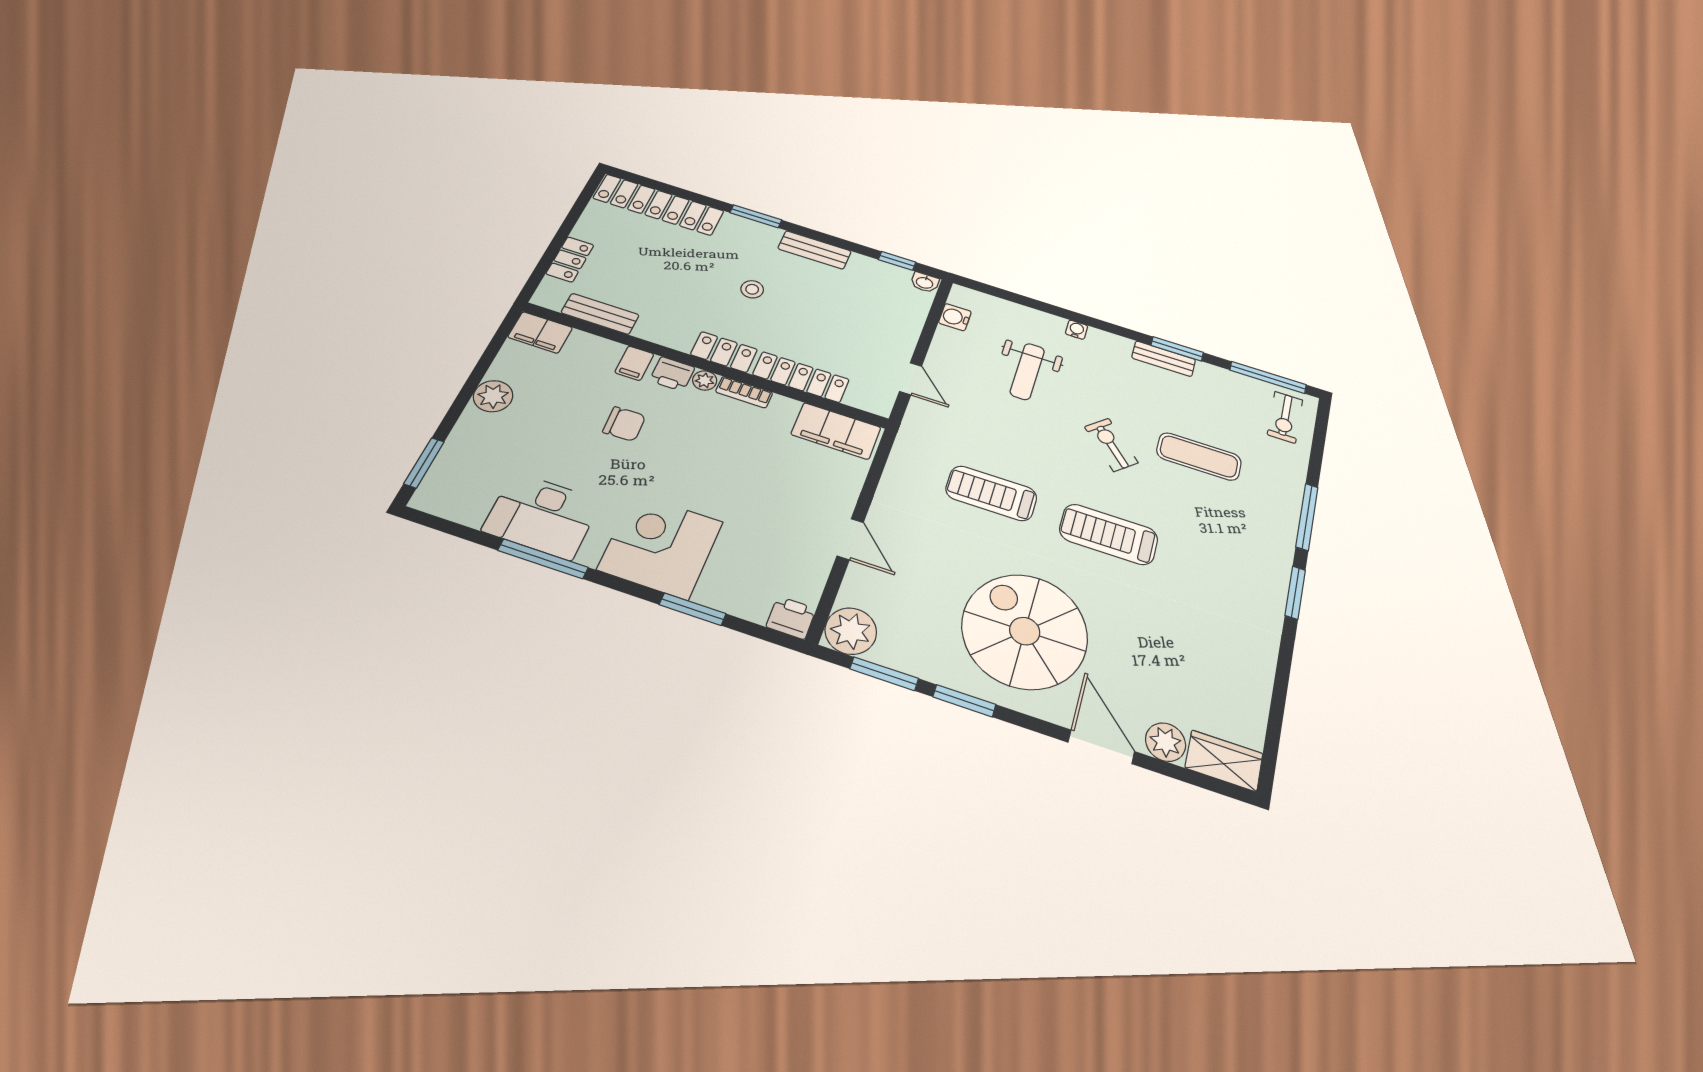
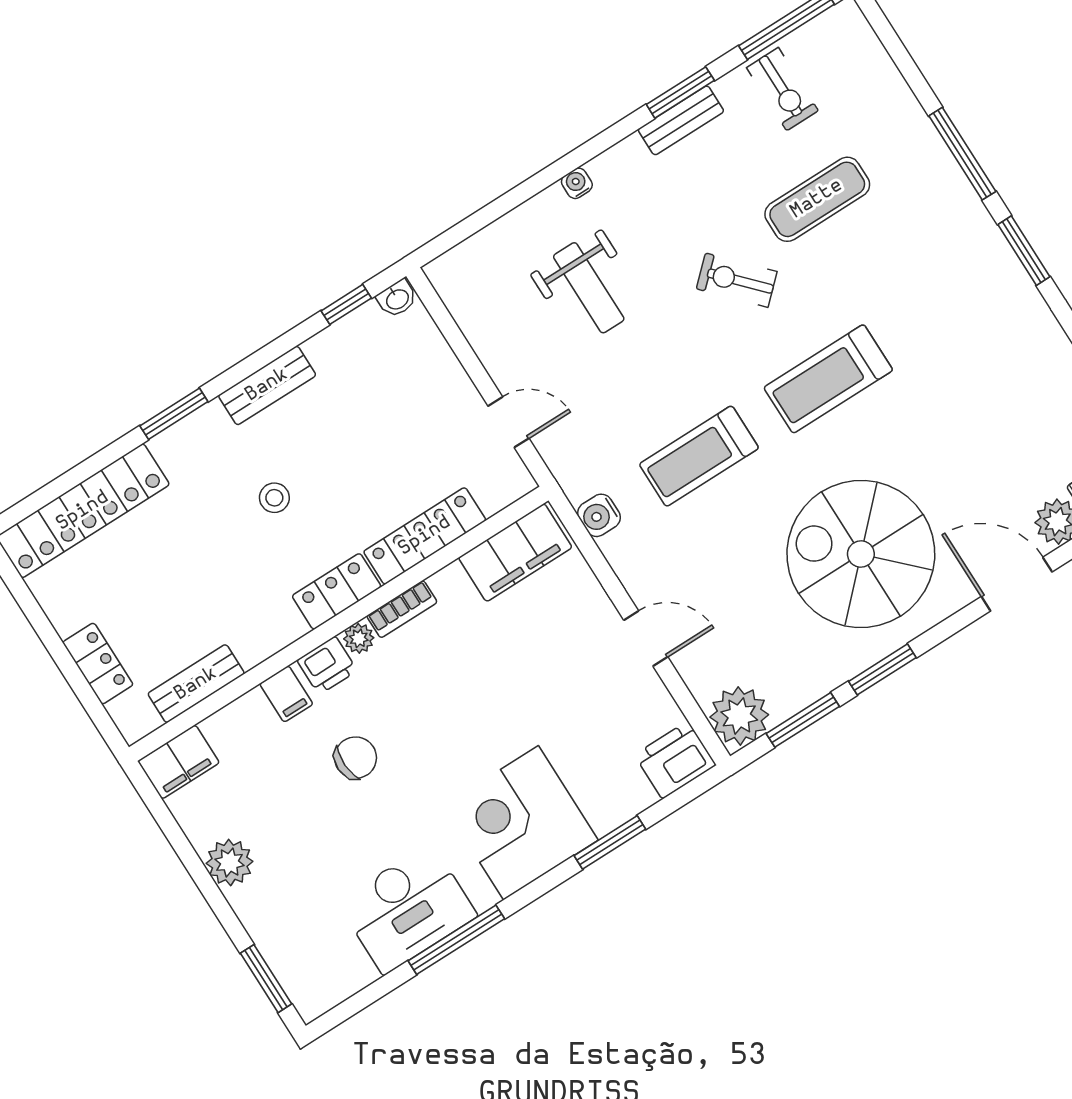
water cooler: (955, 317) -> (599, 515), moved
exercise bike: (1285, 417) -> (782, 89), moved
printer: (791, 618) -> (675, 760), width x1.36, depth x1.24

